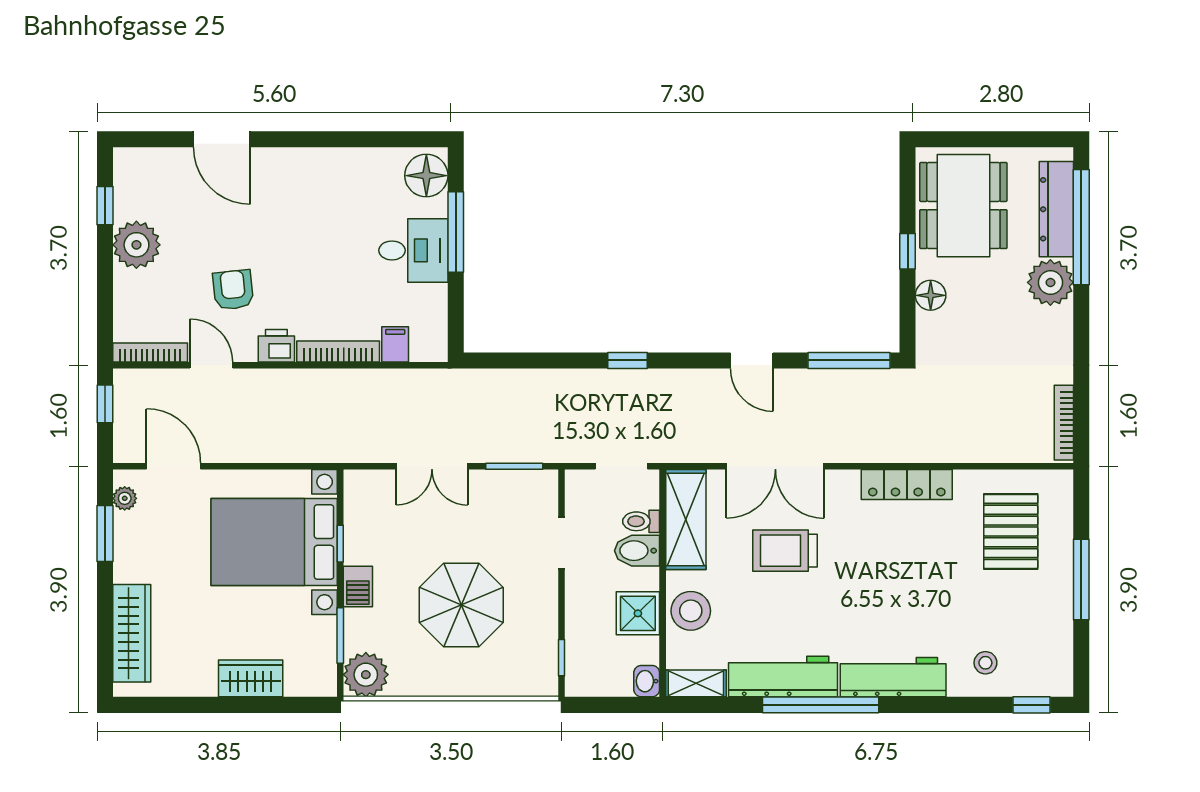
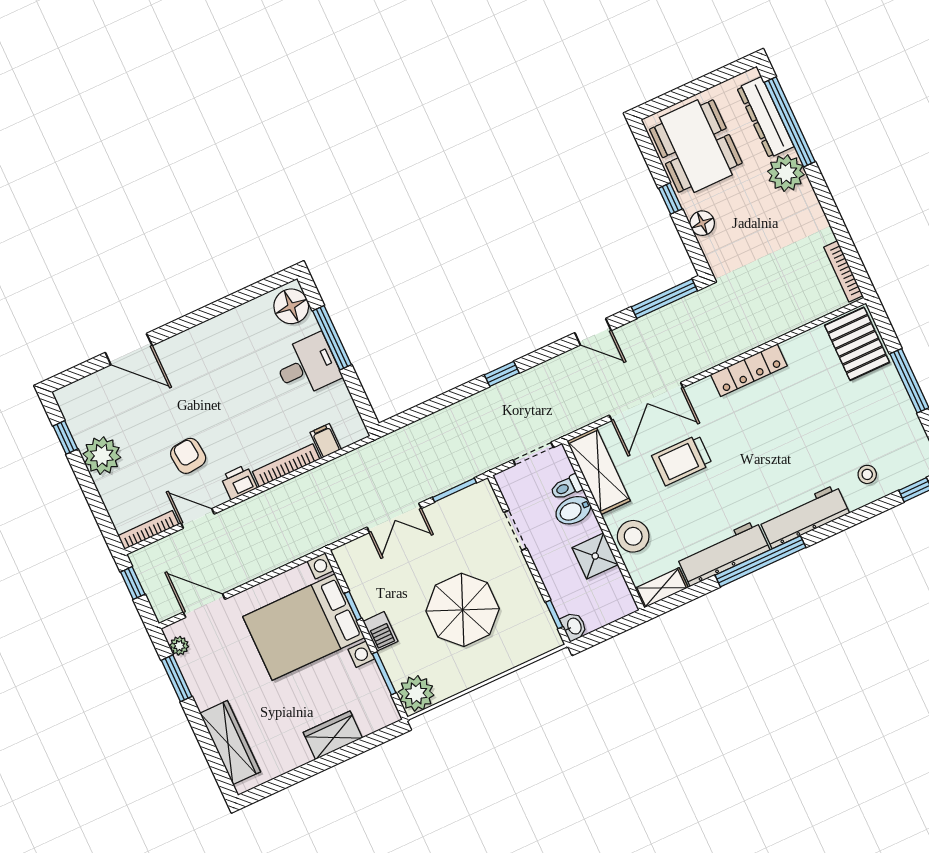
pallet: (1011, 531) -> (857, 344), moved
washbasin: (647, 681) -> (574, 626), moved, turned 180

